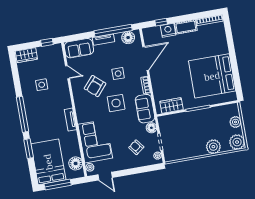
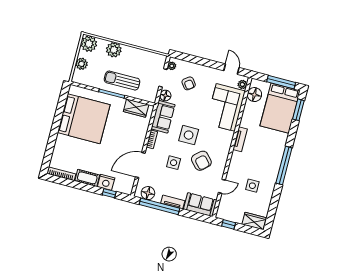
door: (68, 72) -> (222, 186), swing flipped
armchair: (95, 86) -> (201, 161), turned 97
sun lounger: (194, 124) -> (122, 81), added
window: (29, 149) -> (298, 110), moved

